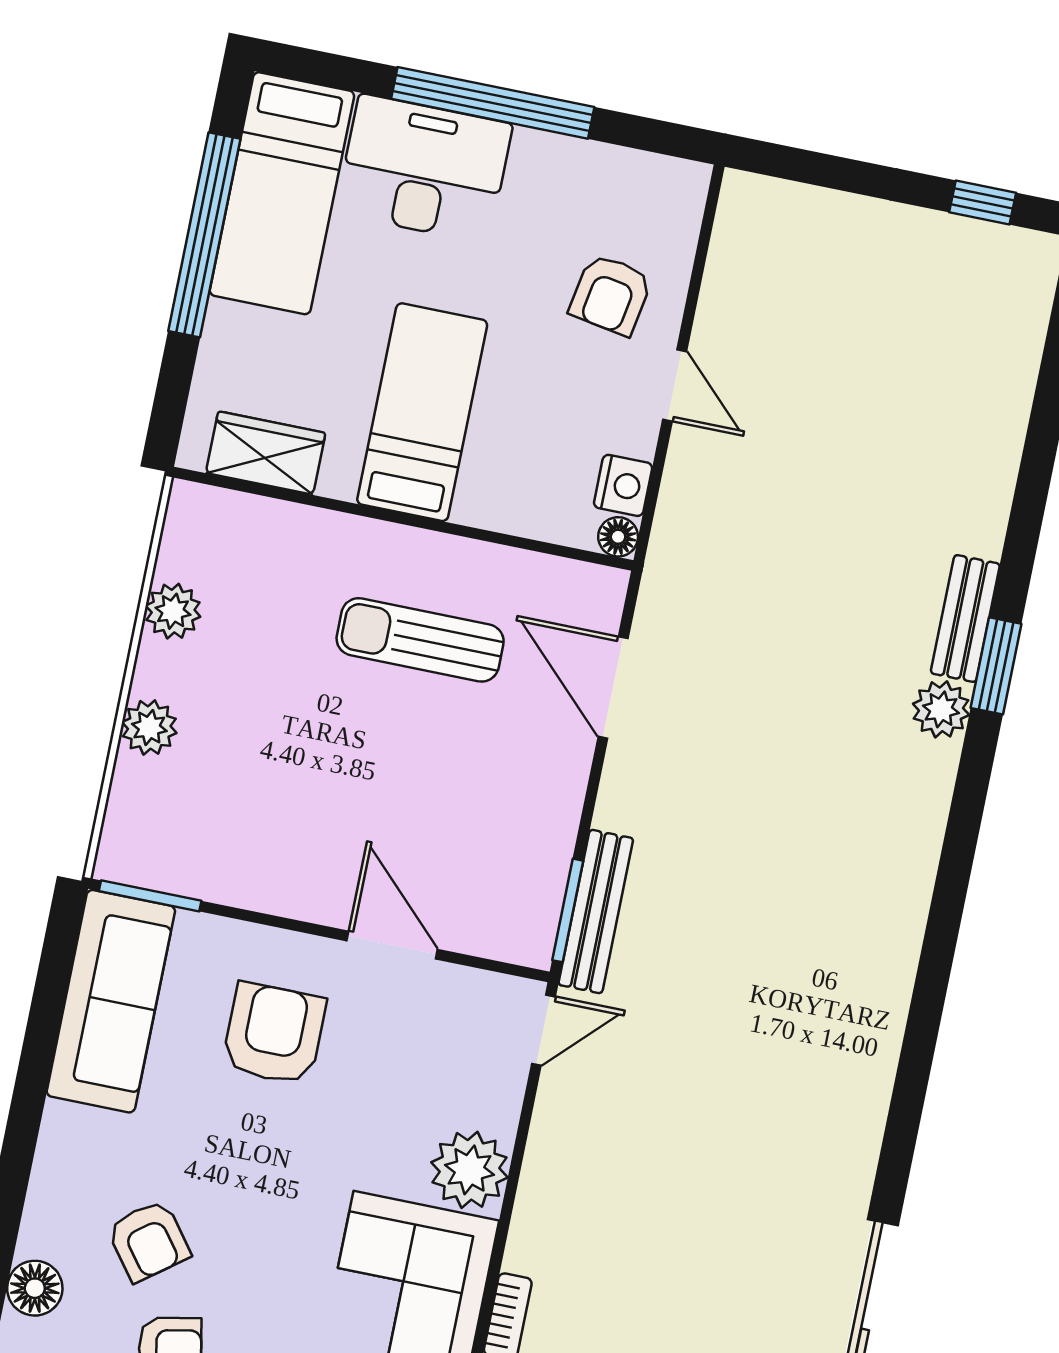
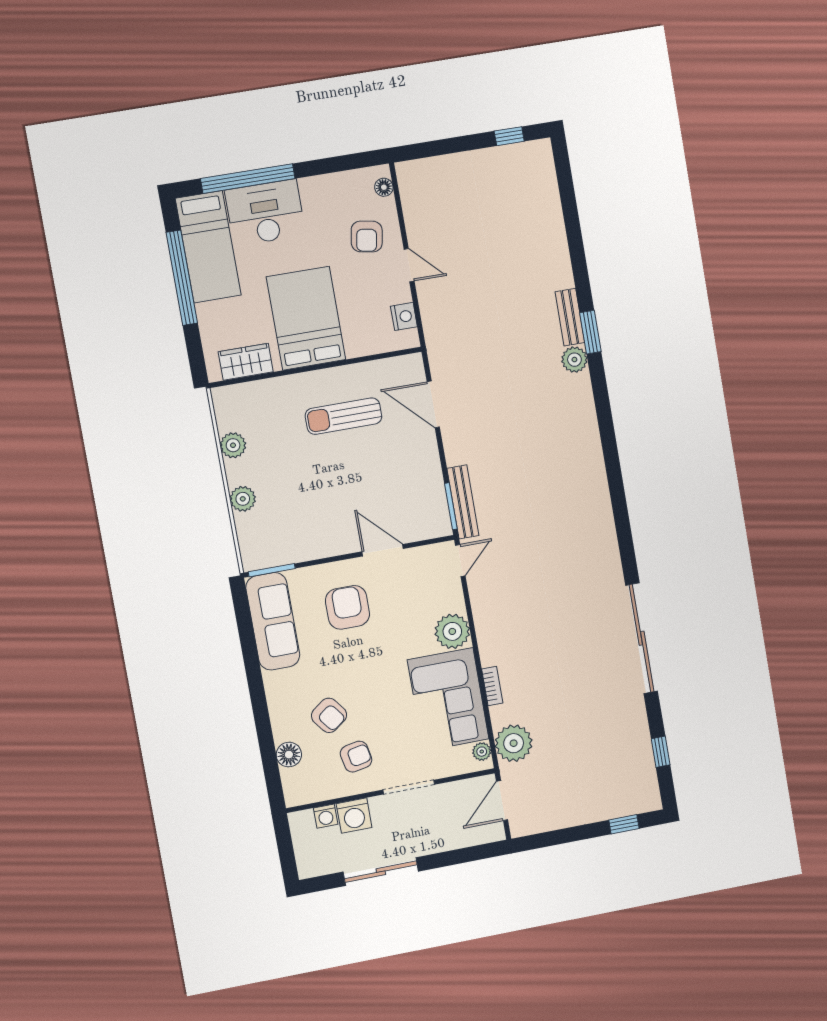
window: (493, 103) -> (248, 179), moved
bed: (422, 412) -> (306, 318), width x1.50
floor lamp: (618, 537) -> (384, 187), moved

